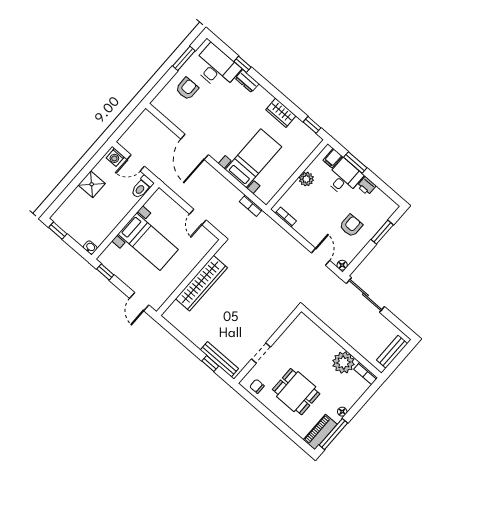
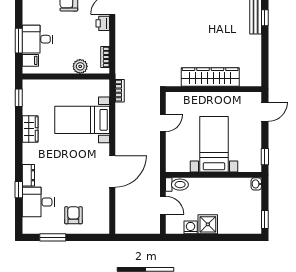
desk: (216, 67) -> (38, 202), width x0.73
armchair: (187, 89) -> (73, 215), turned 90
washing machine: (115, 157) -> (191, 227), moved, turned -90
plant: (306, 179) -> (80, 66), moved
printer: (366, 186) -> (103, 23), moved, turned 180

